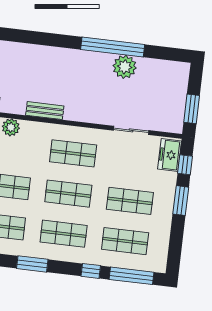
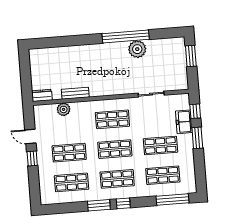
window: (192, 109) -> (191, 56), moved
bench: (45, 111) -> (75, 93), moved
freezer: (170, 155) -> (184, 122), moved
window: (91, 271) -> (123, 203), moved

